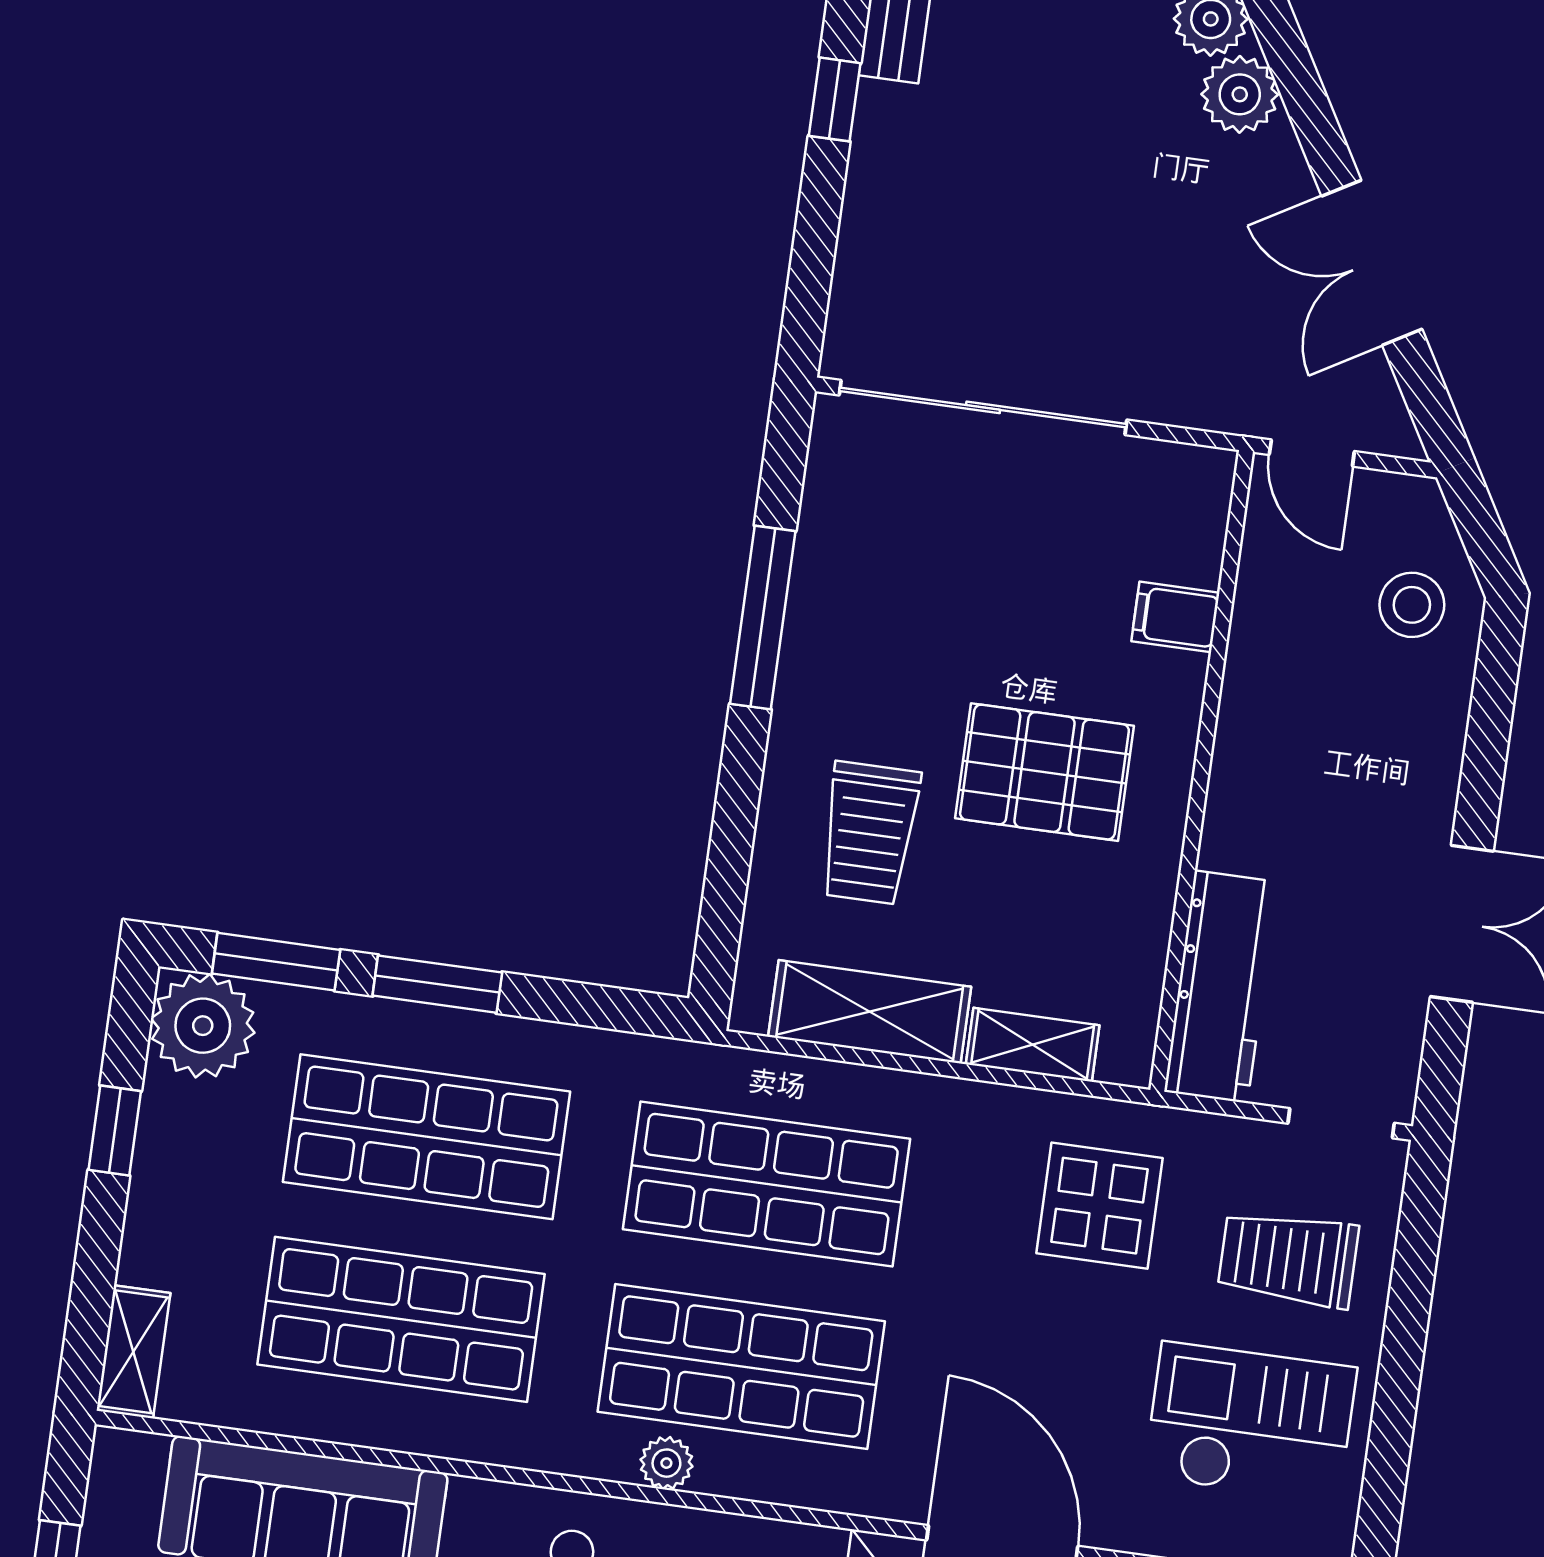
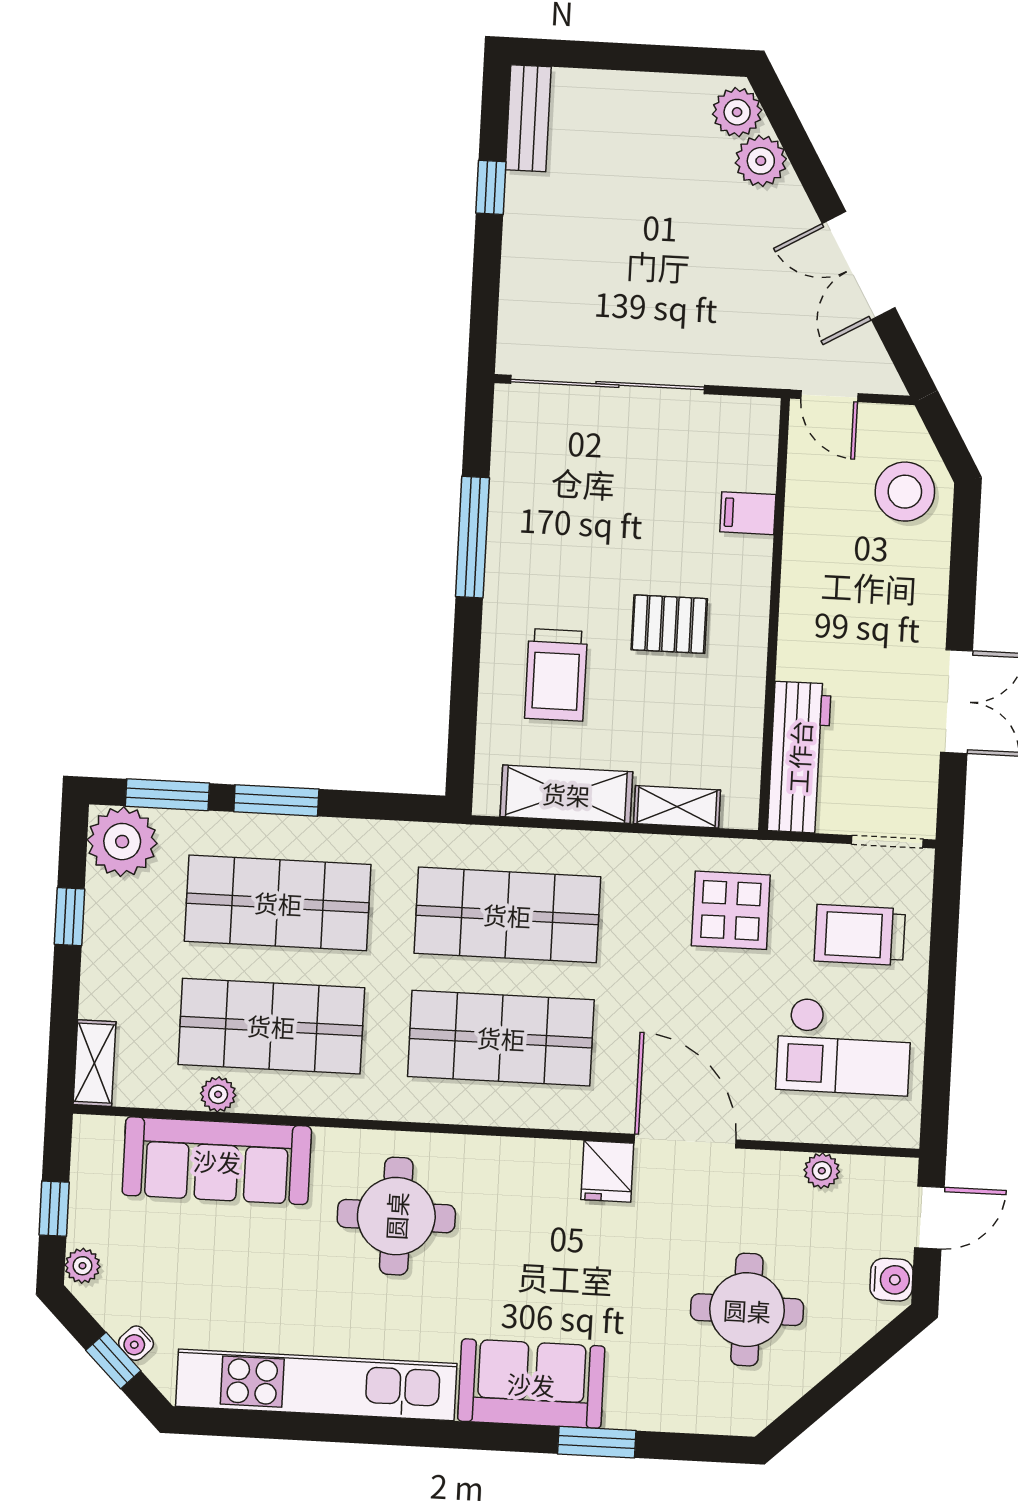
stool: (1412, 605) -> (905, 492), width x1.38, depth x1.38
pallet: (1044, 772) -> (669, 624), width x0.67, depth x0.71
checkout: (1250, 1423) -> (844, 1046), turned 180
plant: (666, 1463) -> (218, 1094), moved

